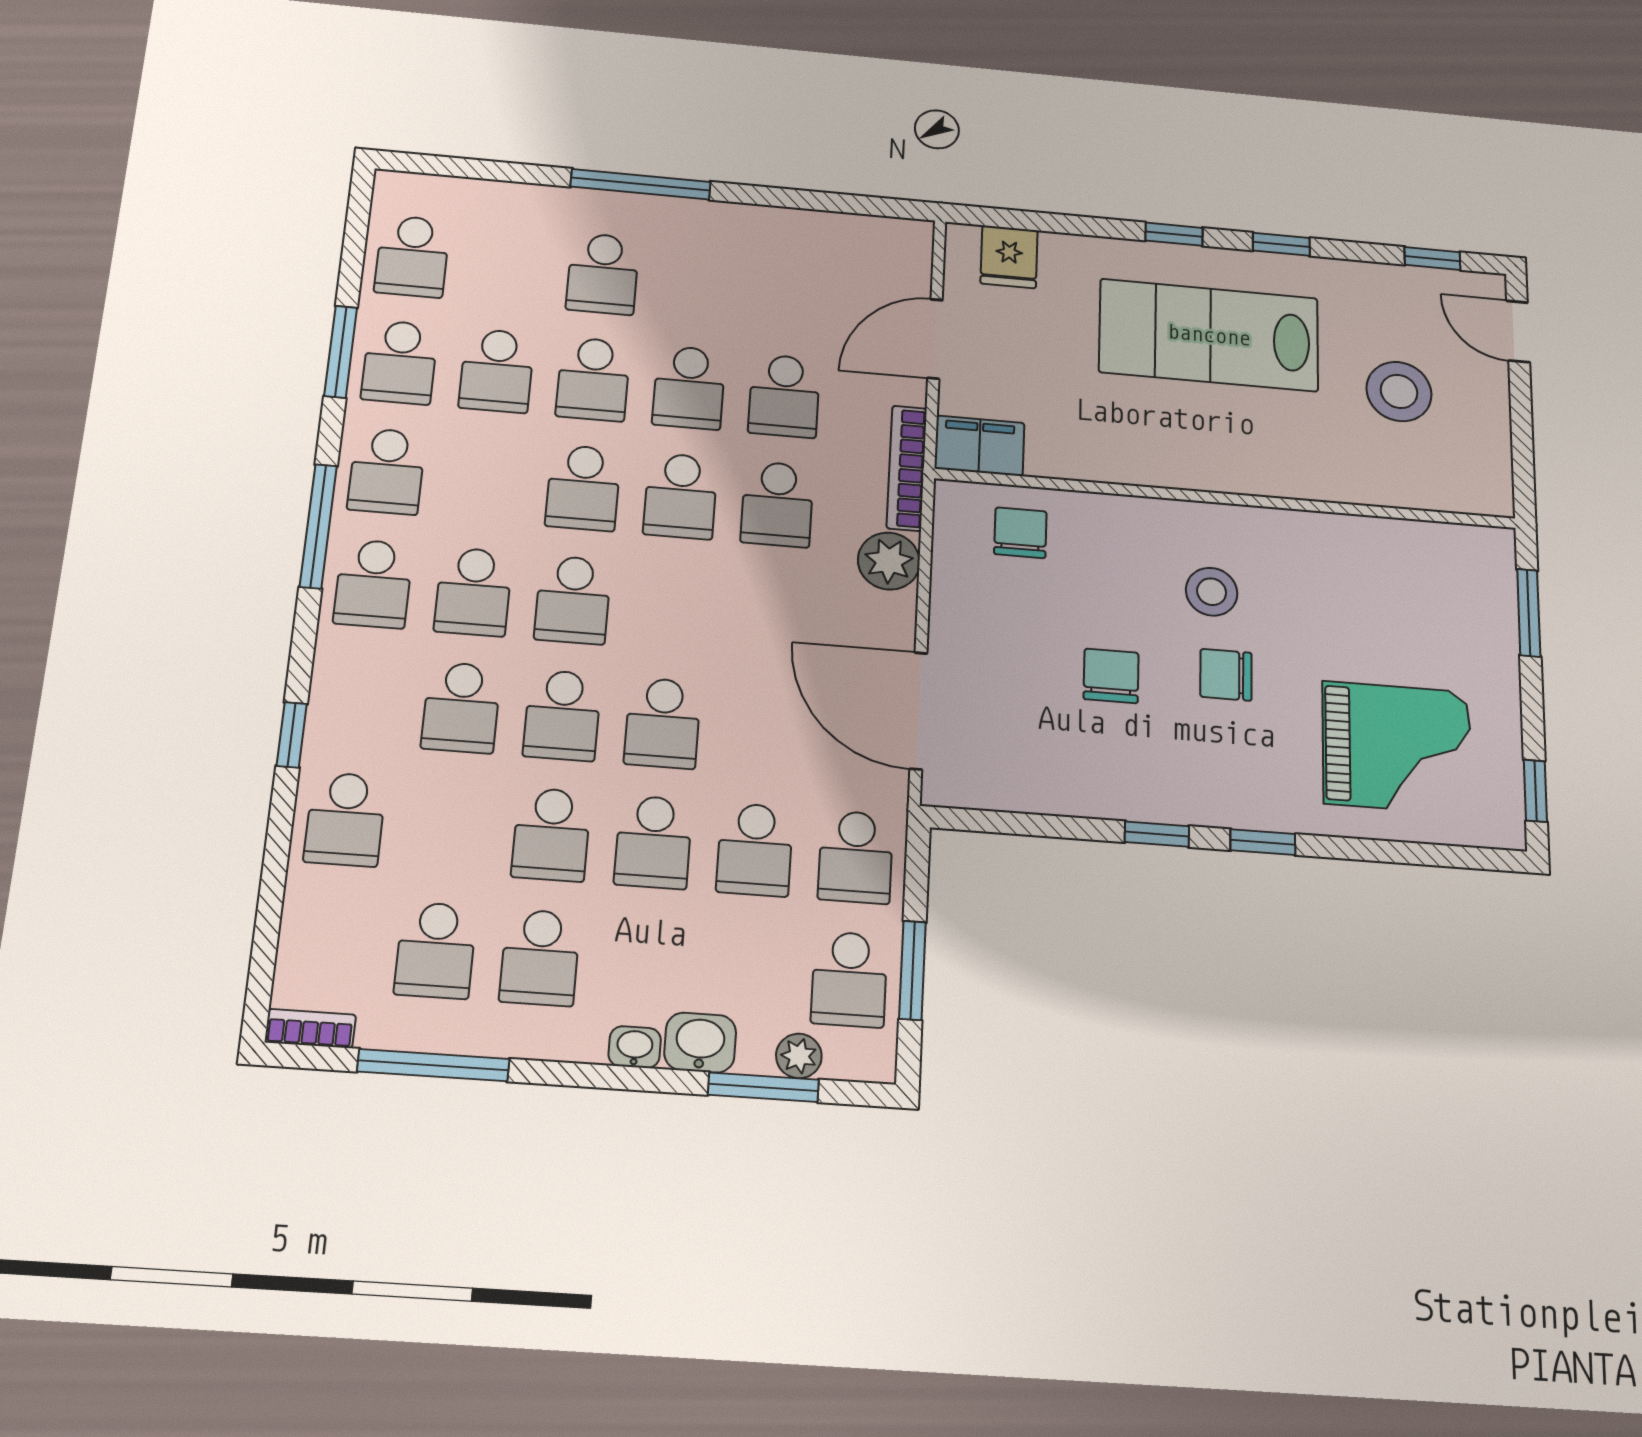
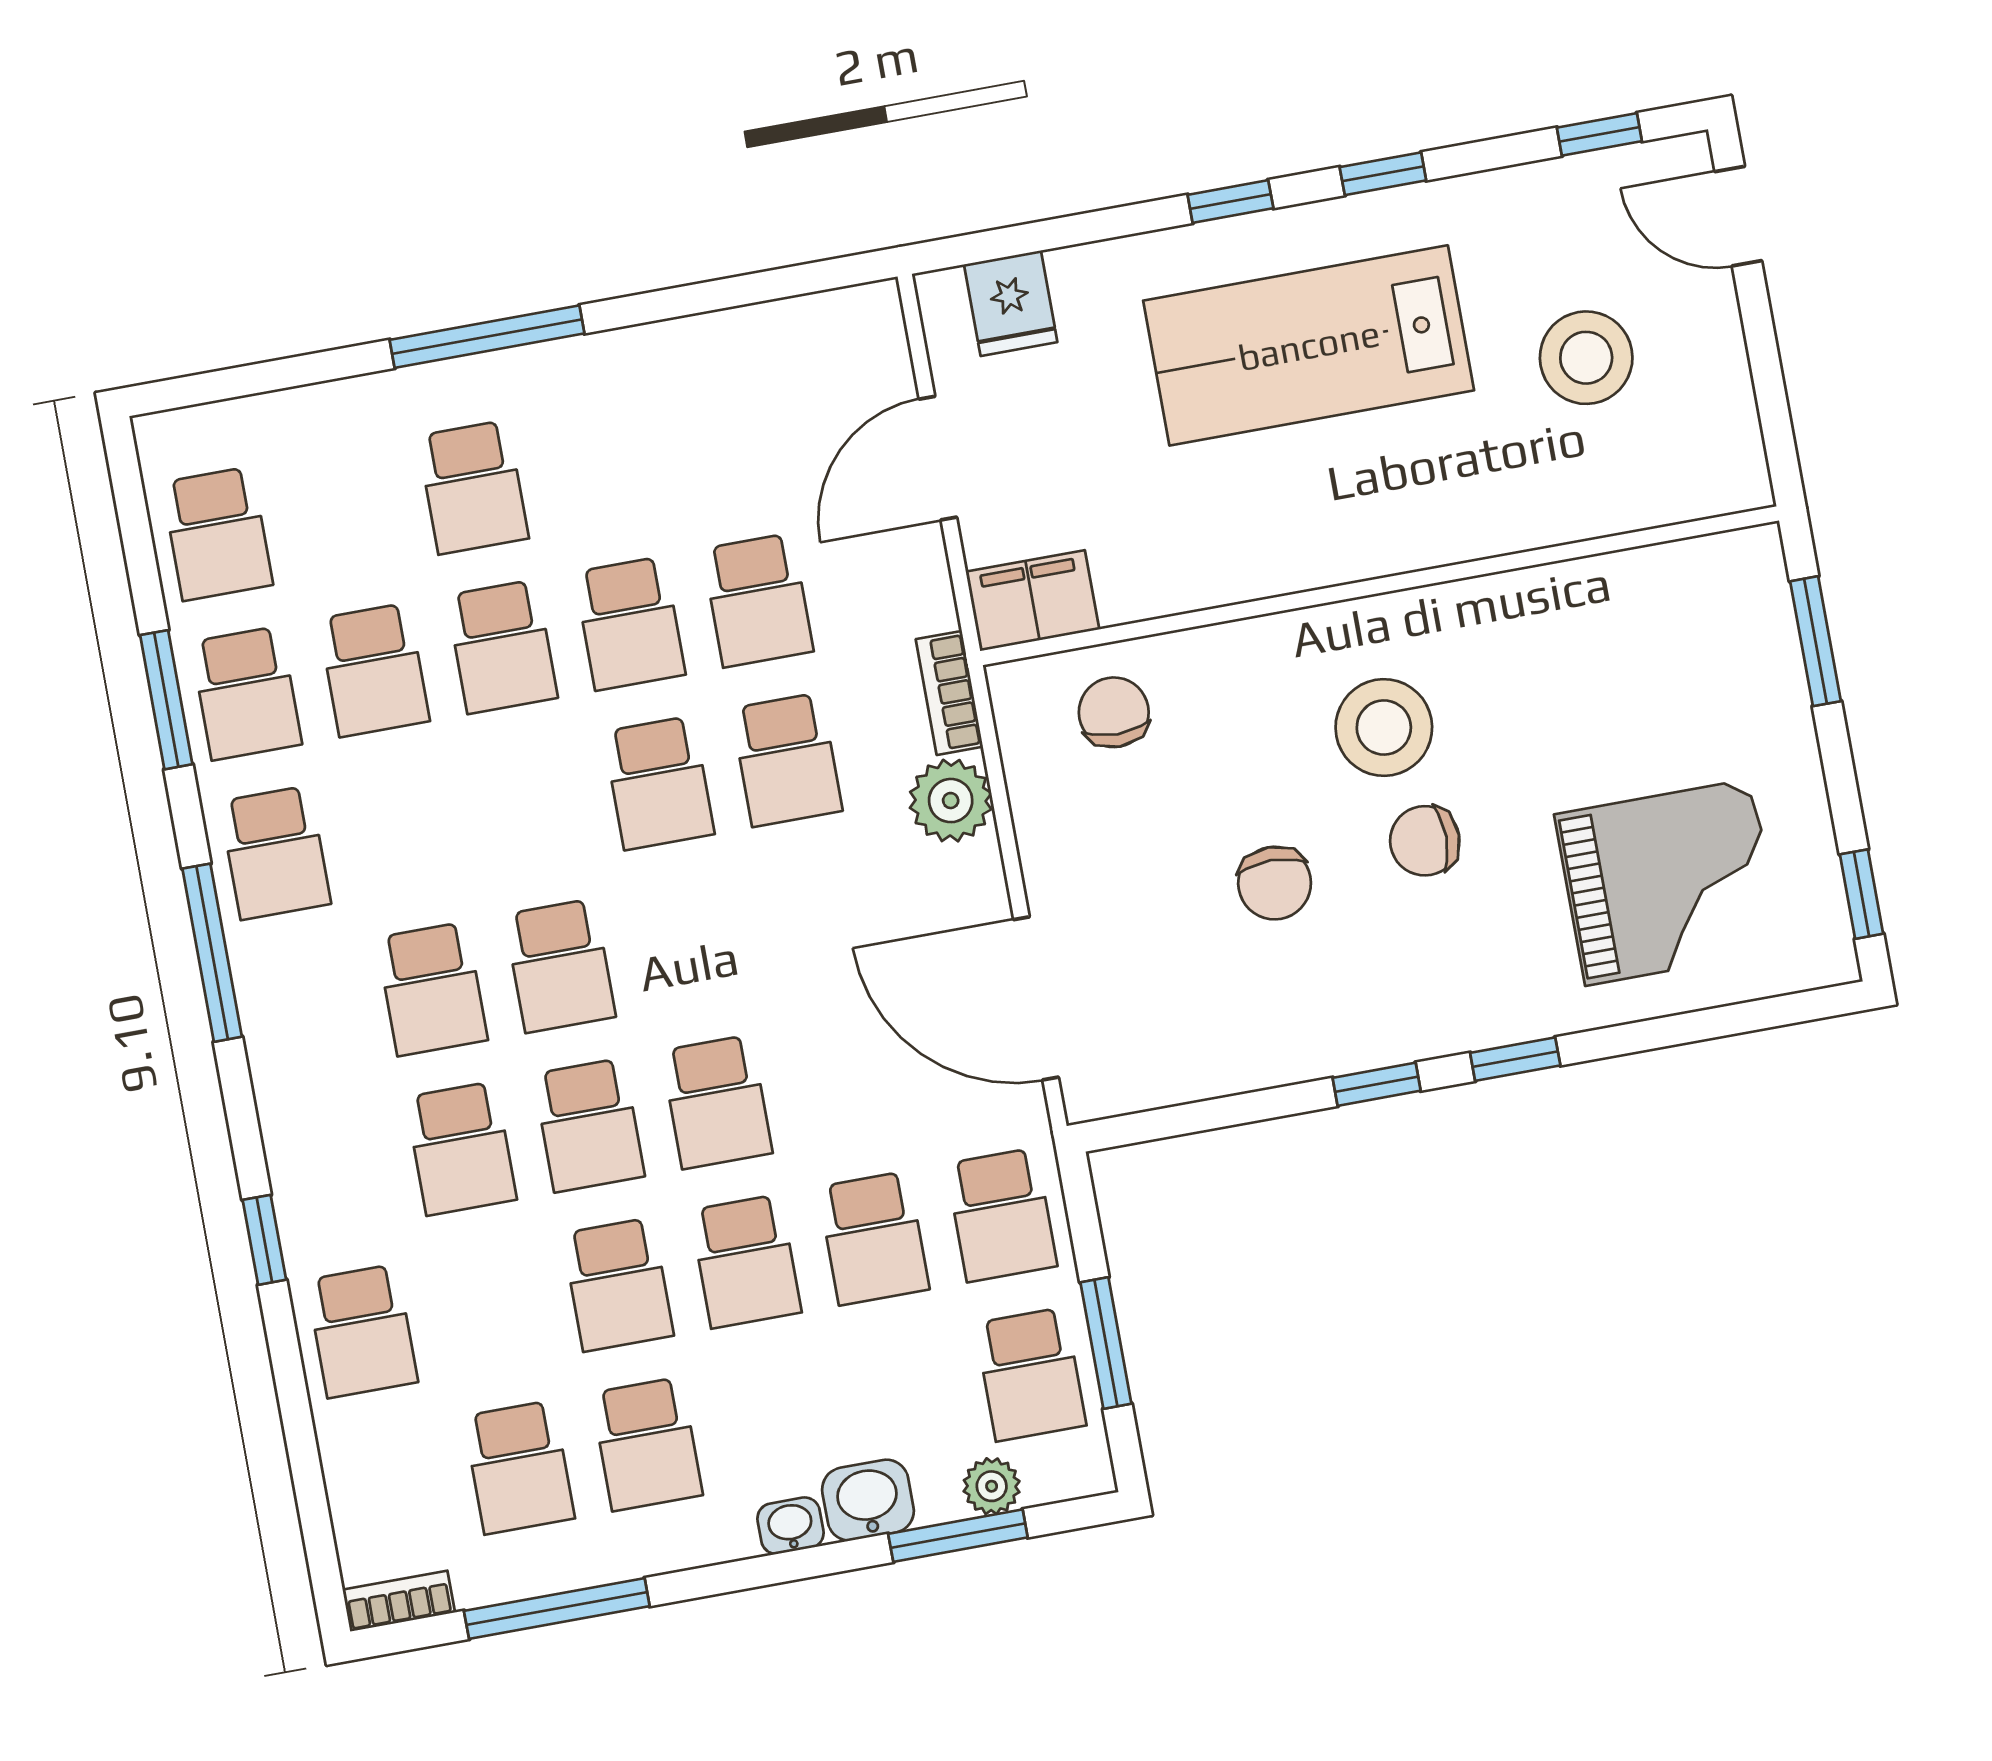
bookcase: (907, 468) -> (949, 693), width x0.64
school desk: (583, 488) -> (531, 806), removed
school desk: (373, 584) -> (304, 1012), removed
stool: (1212, 592) -> (1384, 728), width x1.38, depth x1.38
chair: (1111, 676) -> (1275, 883), turned 180

